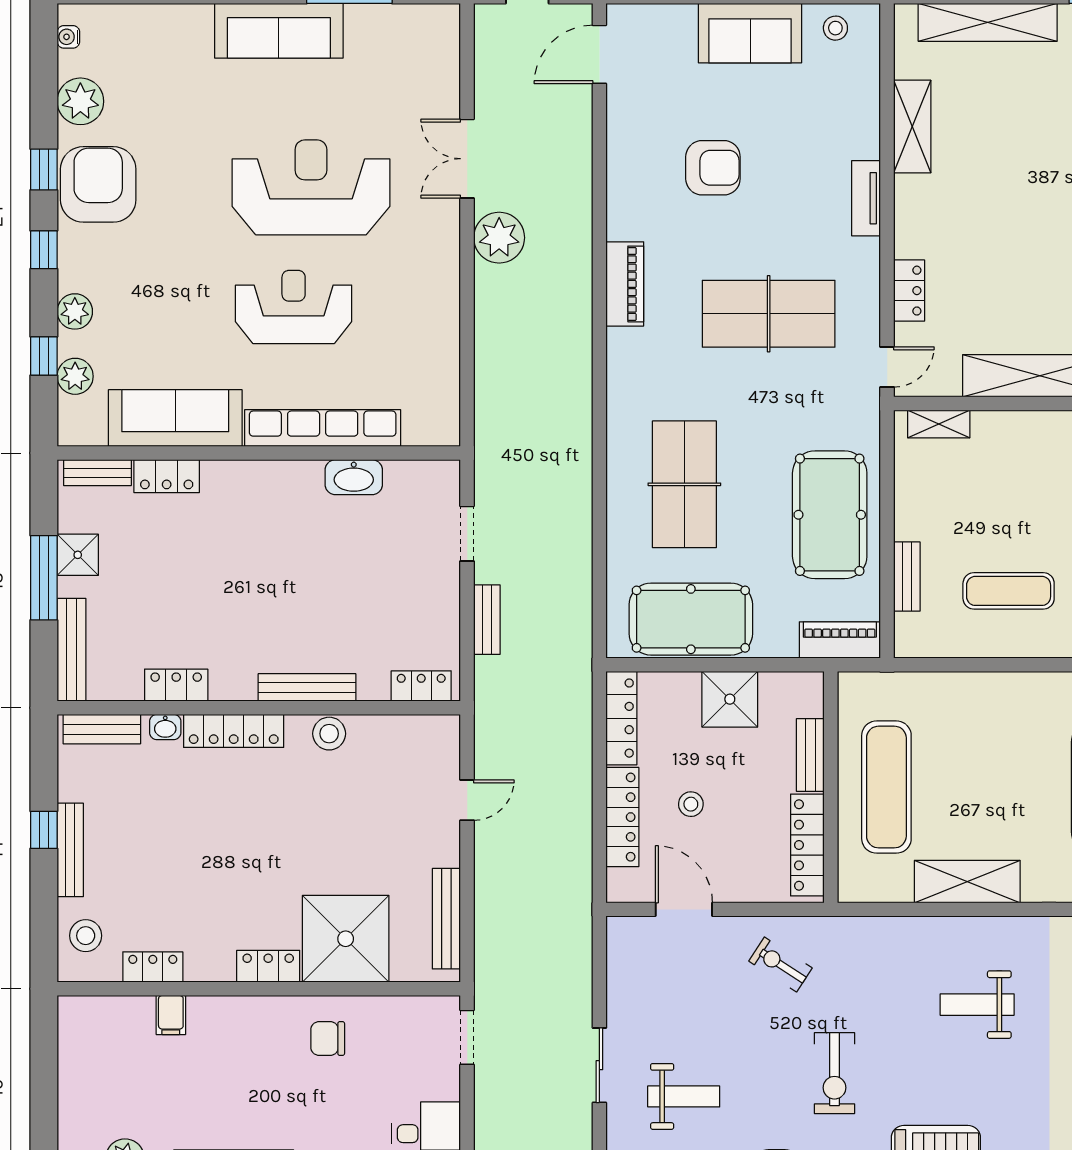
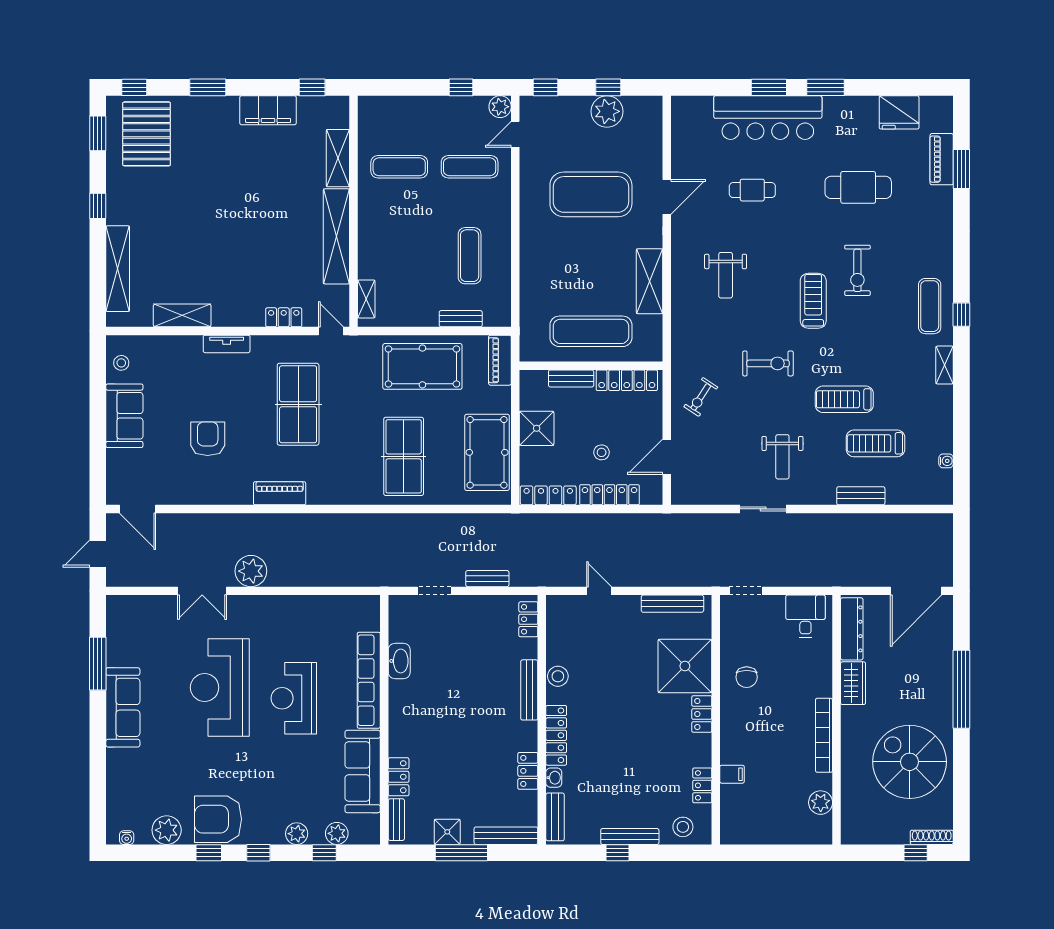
table tennis table: (684, 484) -> (404, 456), turned 90
weight bench: (684, 1096) -> (782, 457), turned 180

